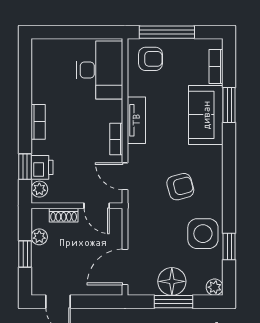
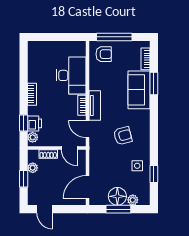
desk: (100, 70) -> (71, 75), moved
tv unit: (136, 120) -> (95, 105), moved
side table: (203, 234) -> (137, 166), width x0.54, depth x0.54
plant: (215, 287) -> (133, 200), moved

